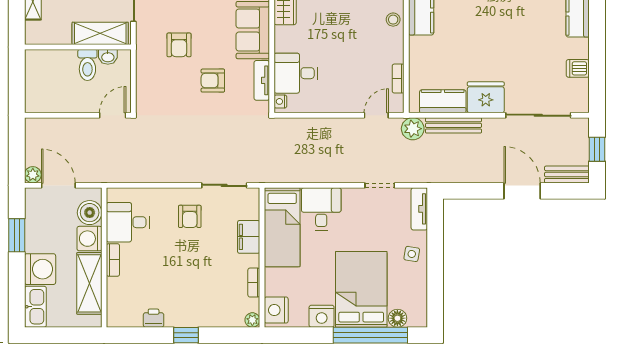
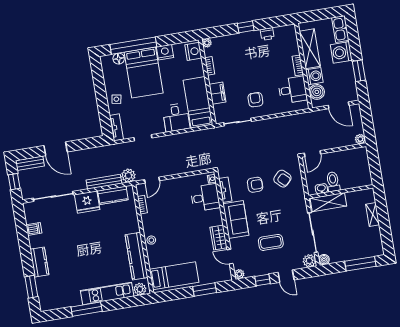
armchair: (179, 45) -> (282, 179), moved, turned 134
plant: (33, 175) -> (360, 139), moved

